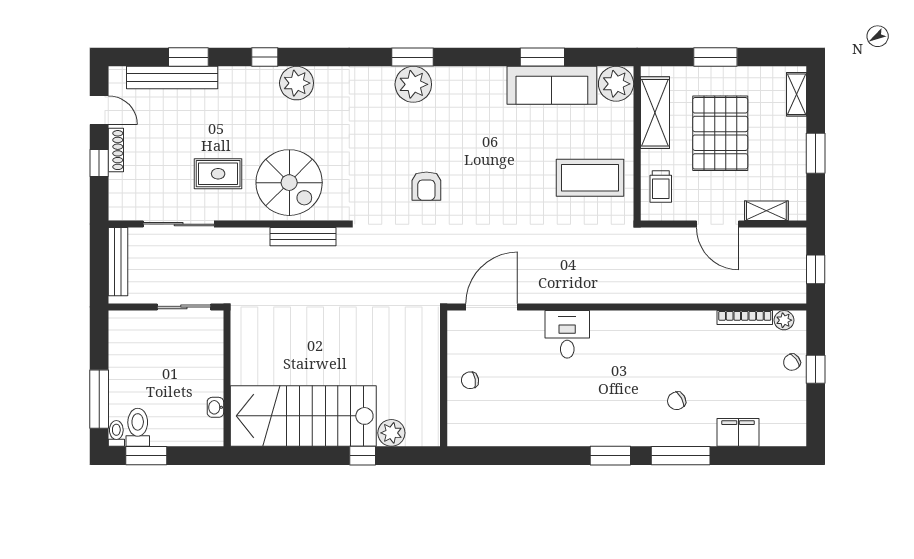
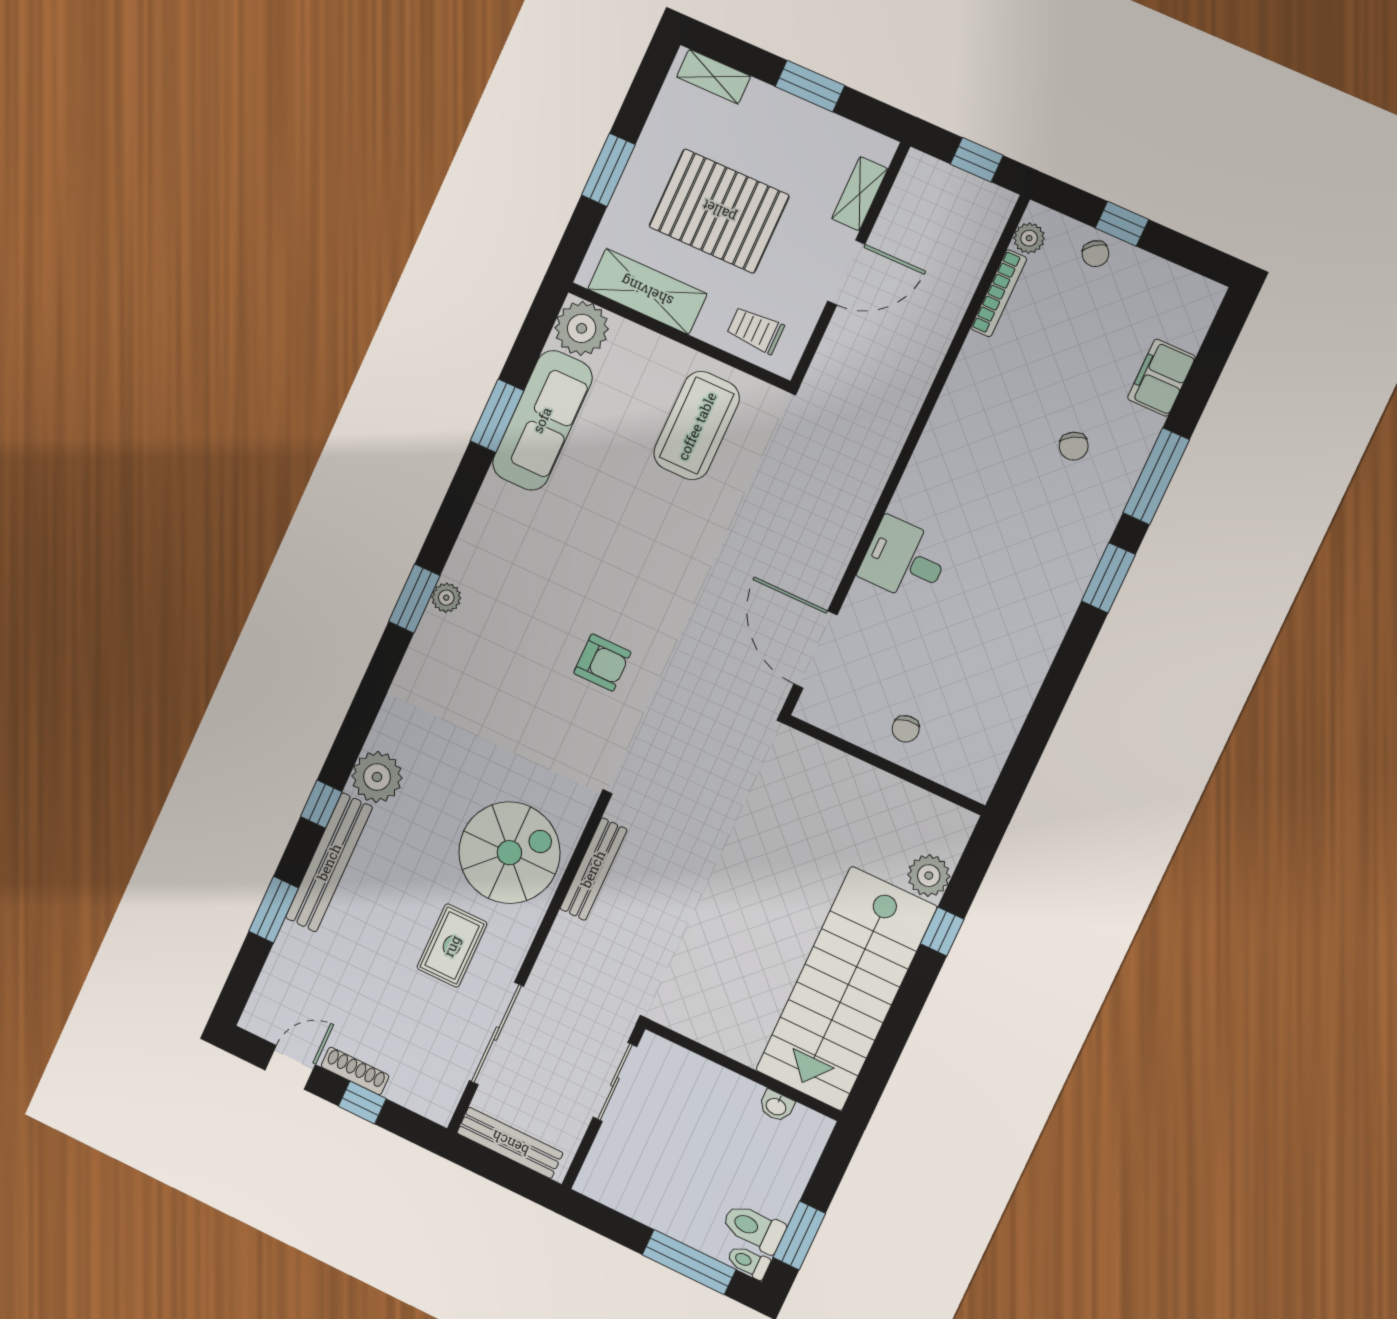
bench: (172, 78) -> (329, 862), moved
plant: (413, 84) -> (446, 598), width x0.53, depth x0.53
trolley: (661, 187) -> (755, 330), turned 180

